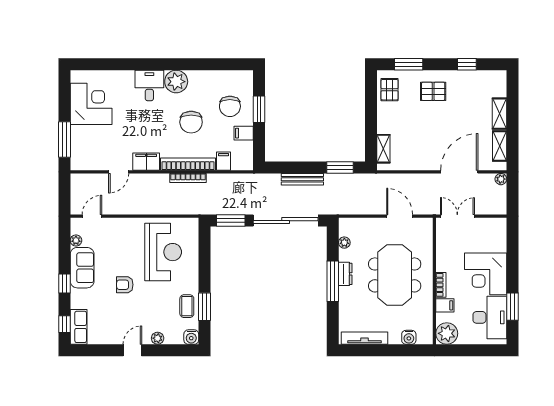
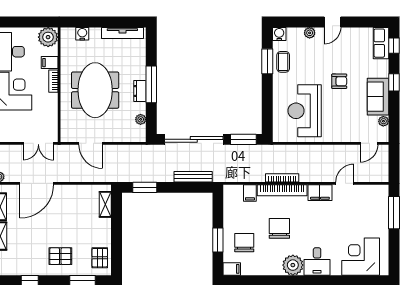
corner desk: (91, 104) -> (361, 257), moved, turned 90
filing cabinet: (244, 133) -> (232, 269), moved
bench: (302, 179) -> (193, 177), moved

